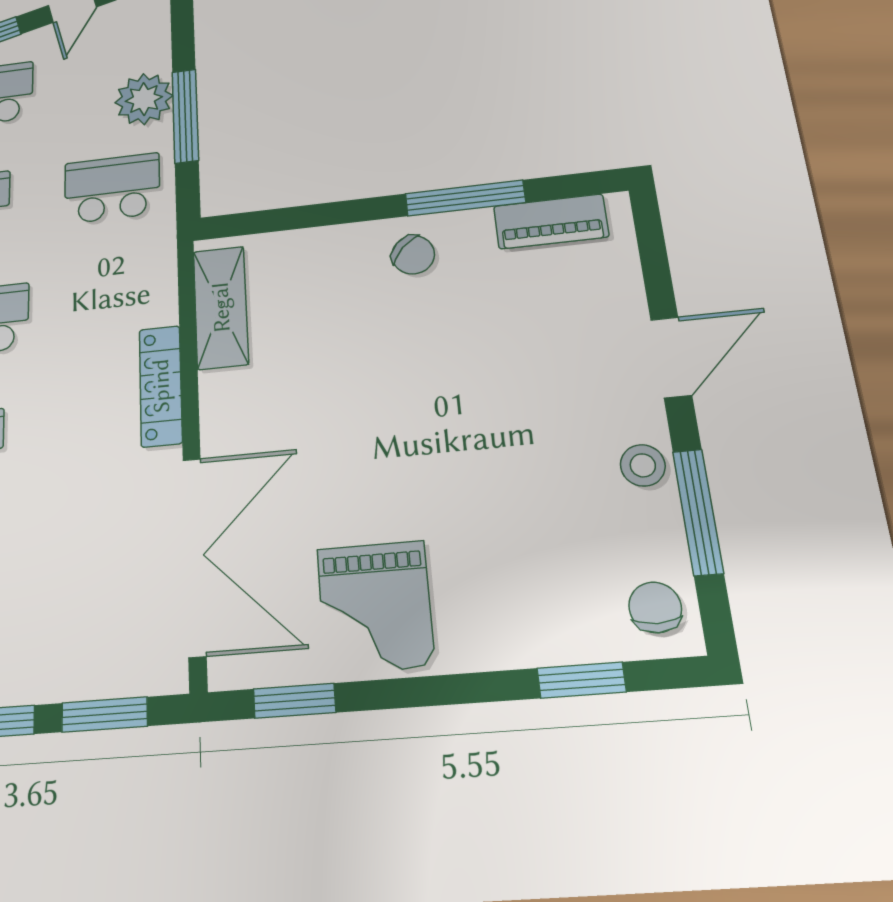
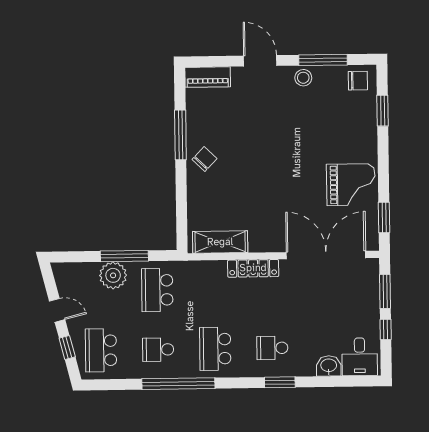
piano: (551, 222) -> (208, 77), moved, turned 90
chair: (655, 607) -> (358, 81), turned 180

